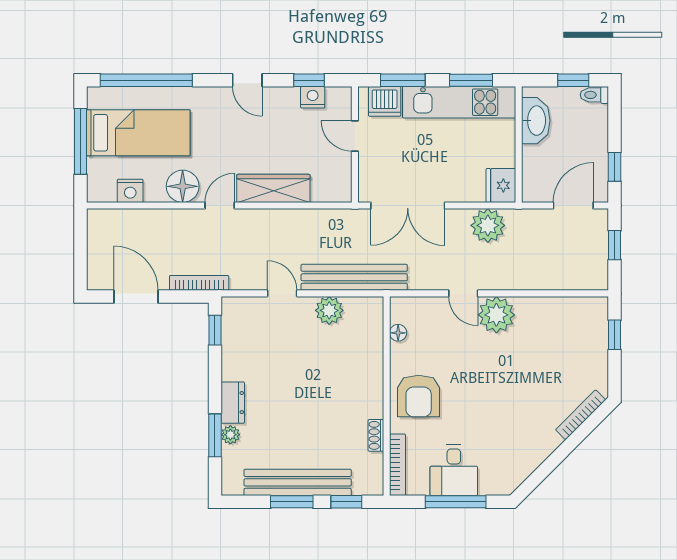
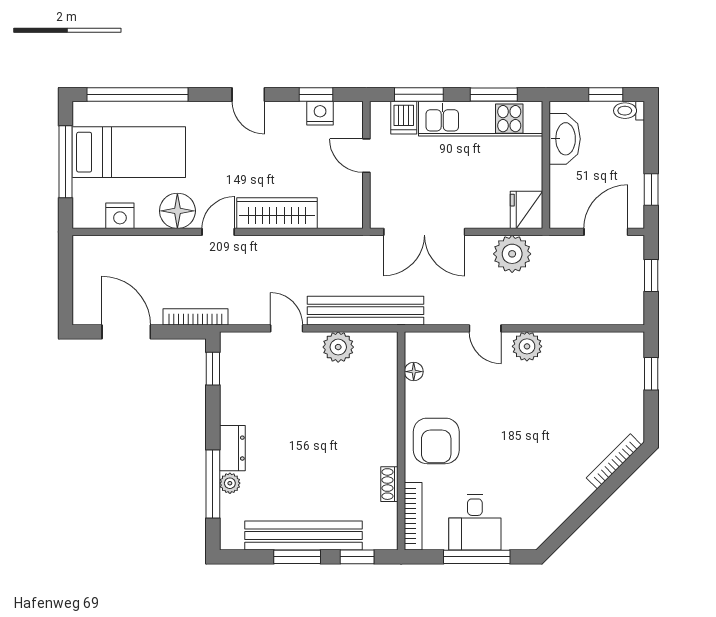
dishwasher: (385, 101) -> (404, 118), width x0.73
plant: (496, 315) -> (527, 346), width x0.73, depth x0.73
window: (215, 435) -> (213, 484), width x1.44

